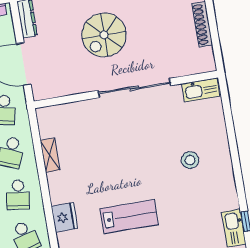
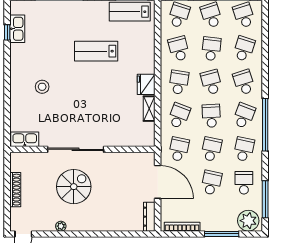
spiral stairs: (104, 35) -> (74, 187), moved
fridge: (64, 217) -> (146, 84), moved

